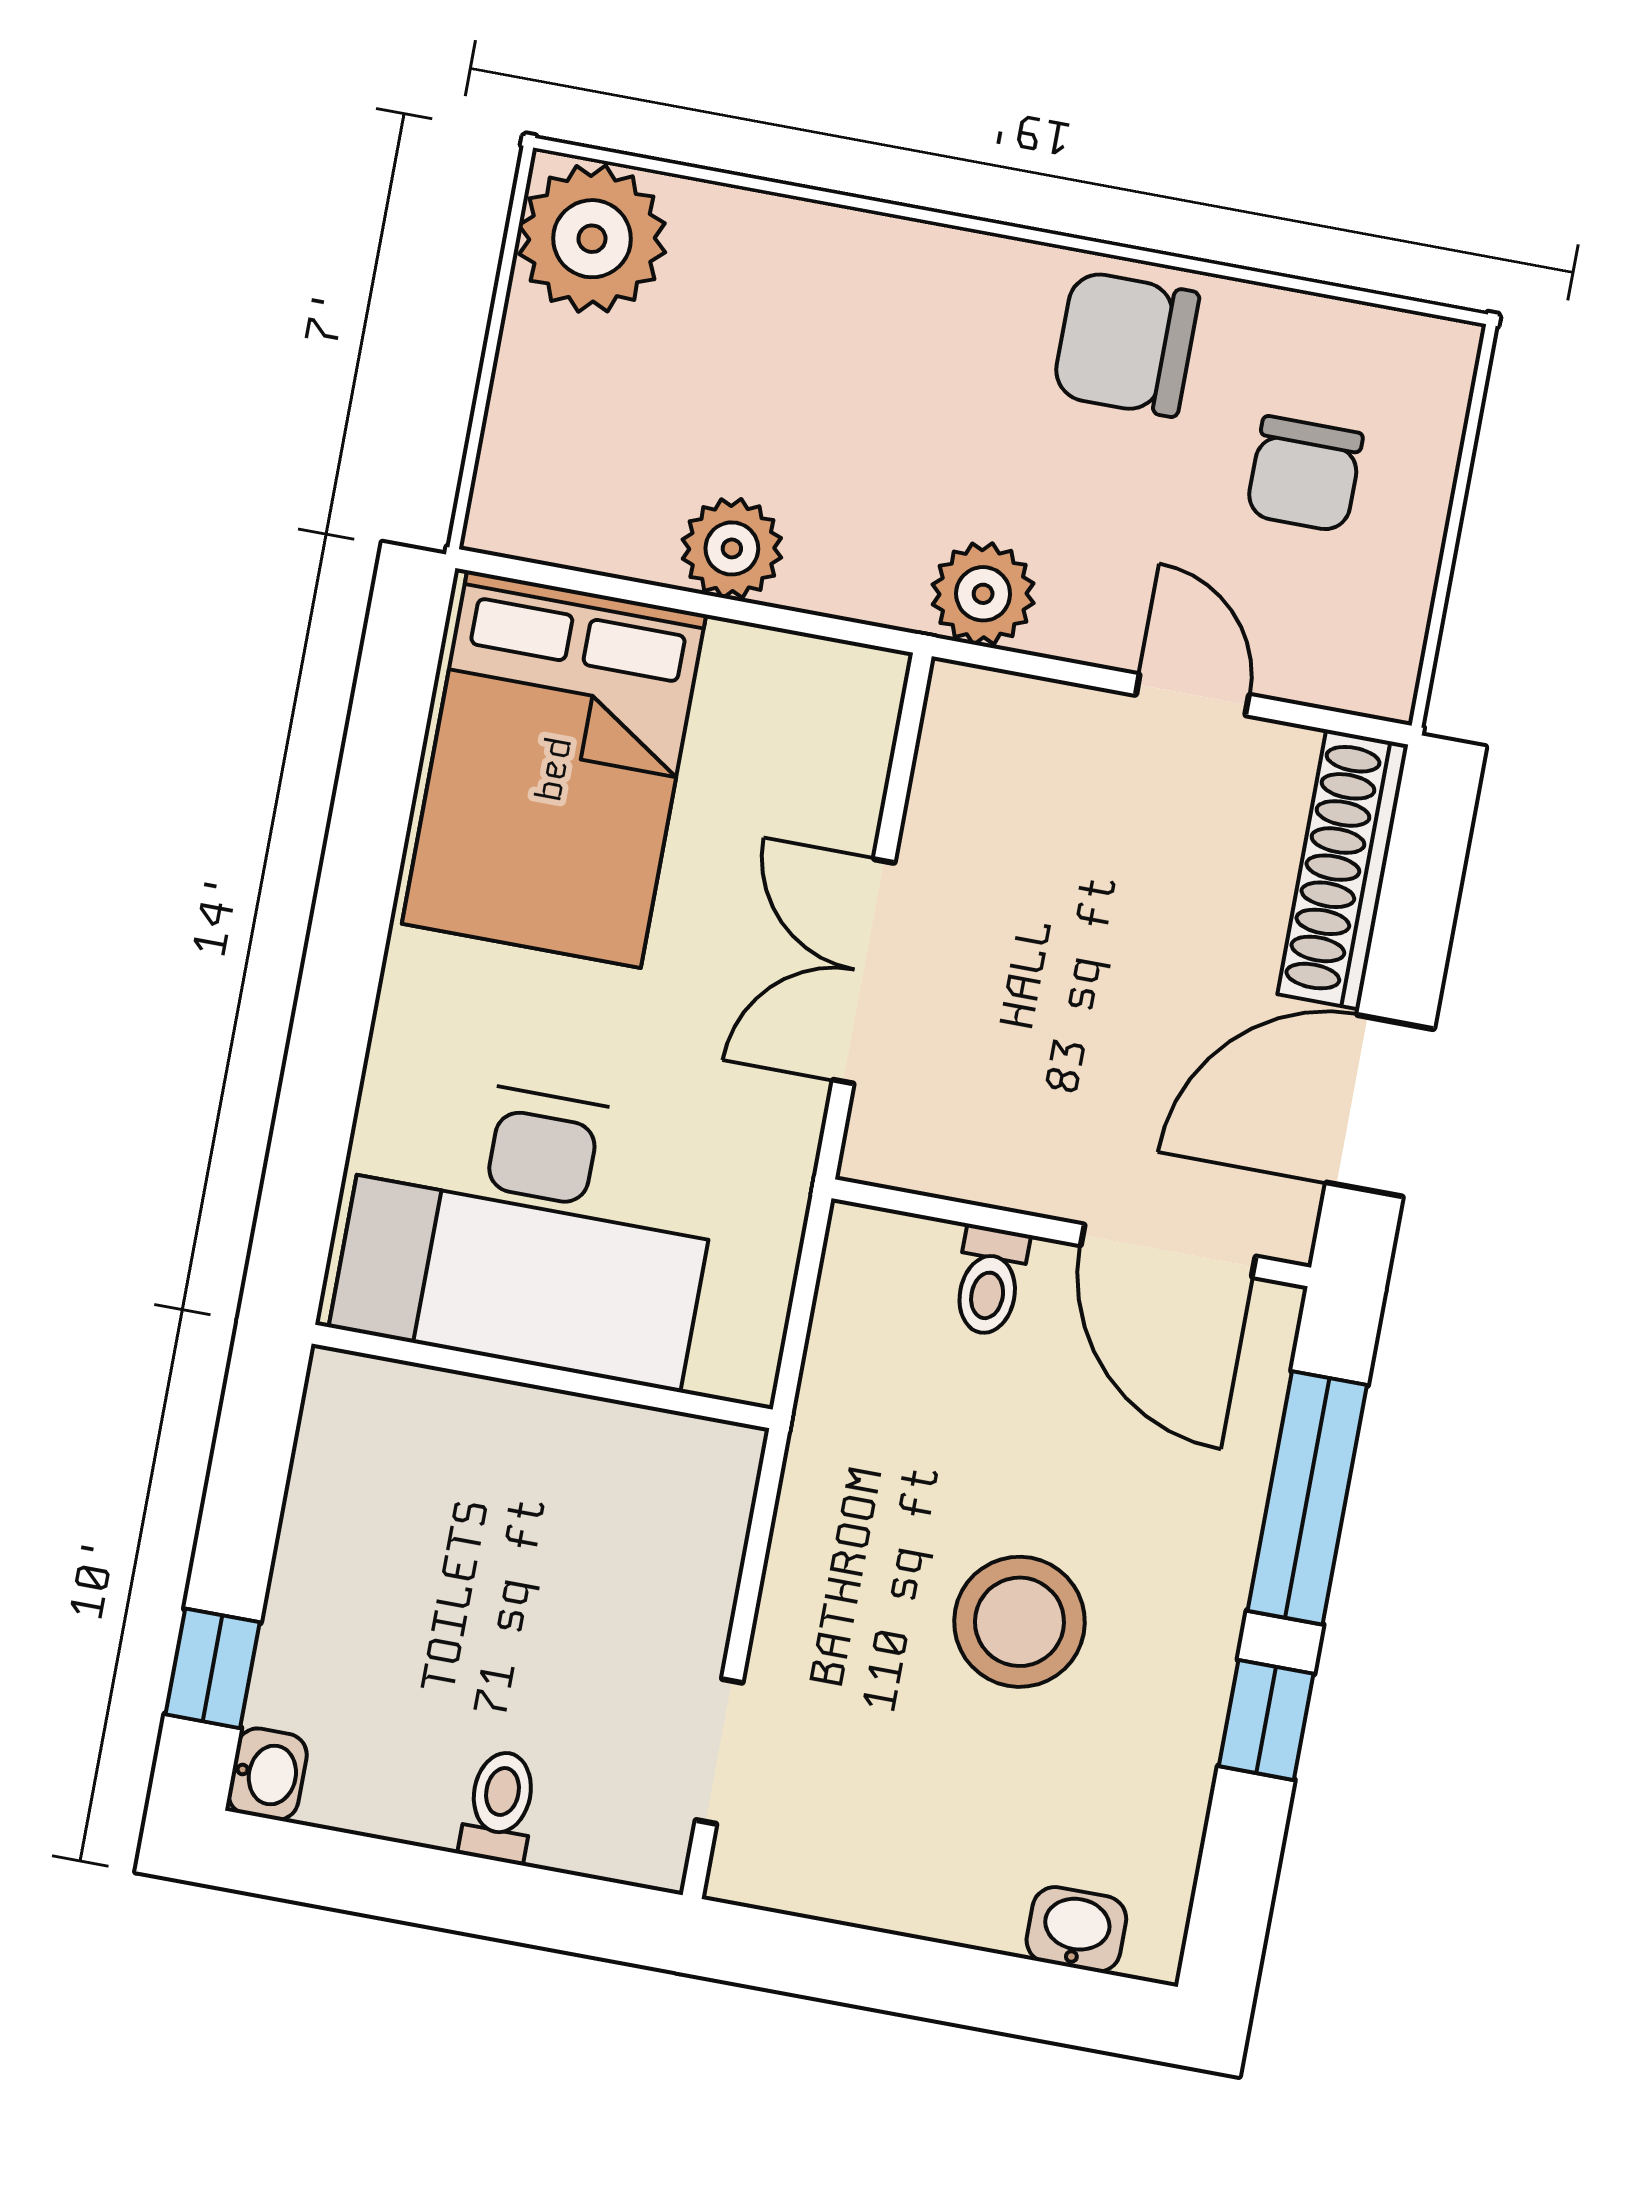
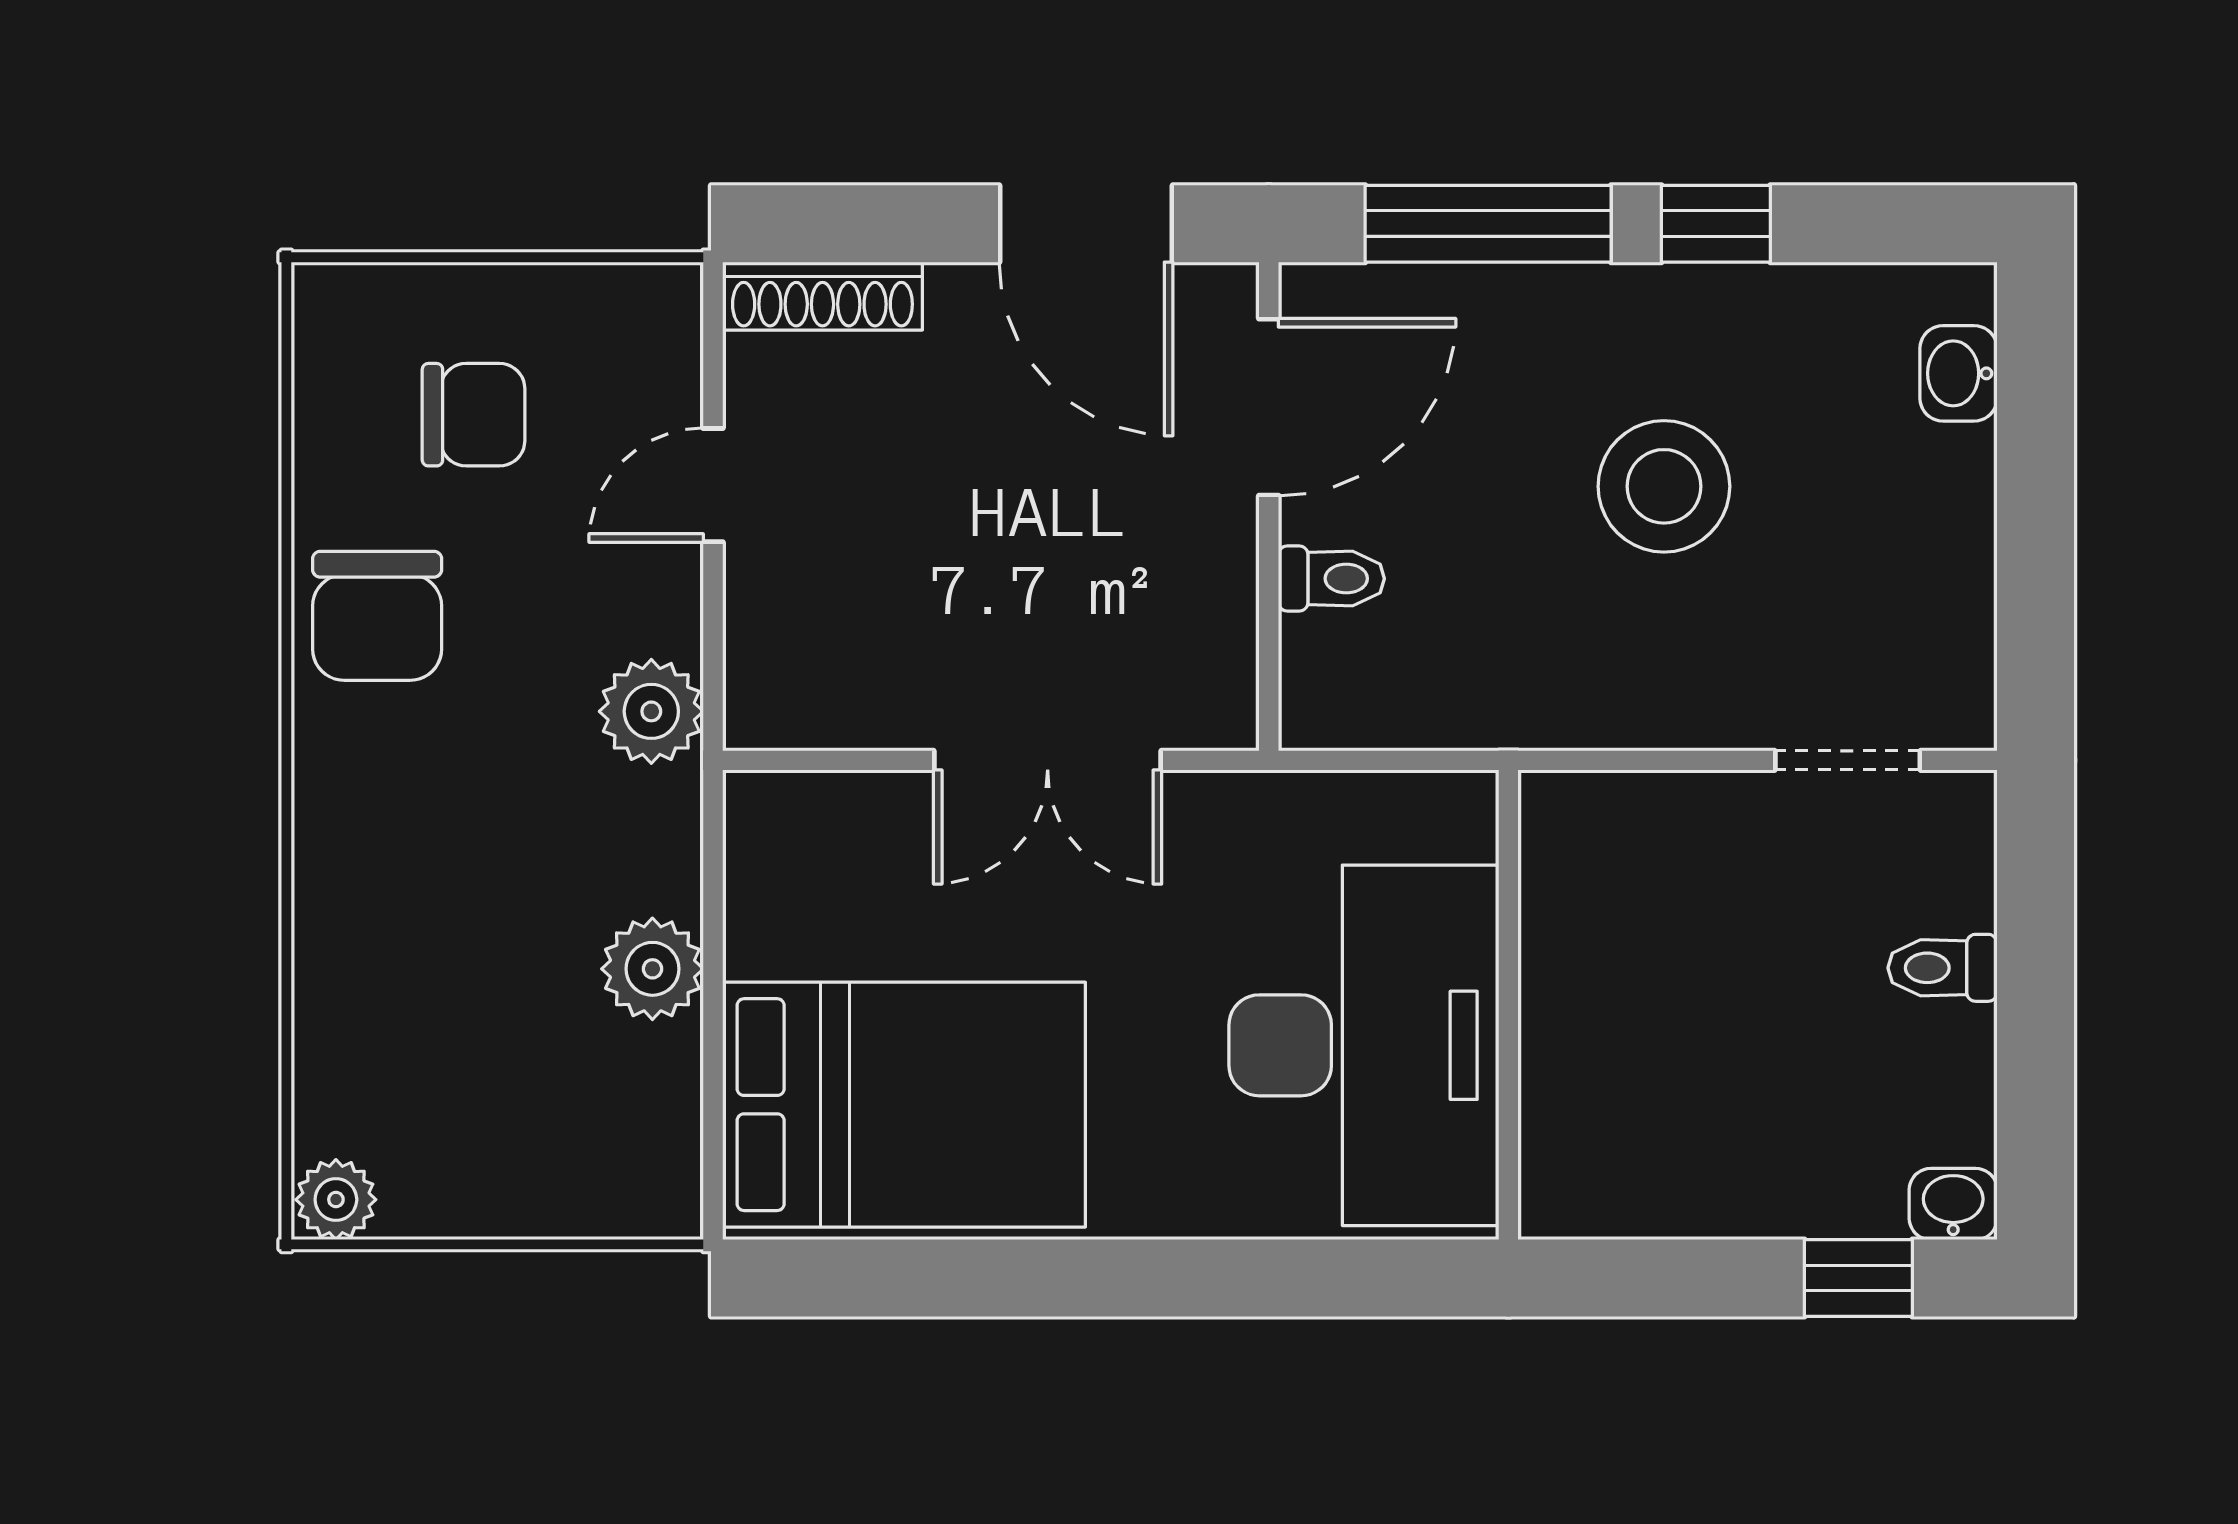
plant: (592, 239) -> (336, 1200), width x0.53, depth x0.53
shoe rack: (1343, 869) -> (822, 296), width x0.74, depth x0.81

